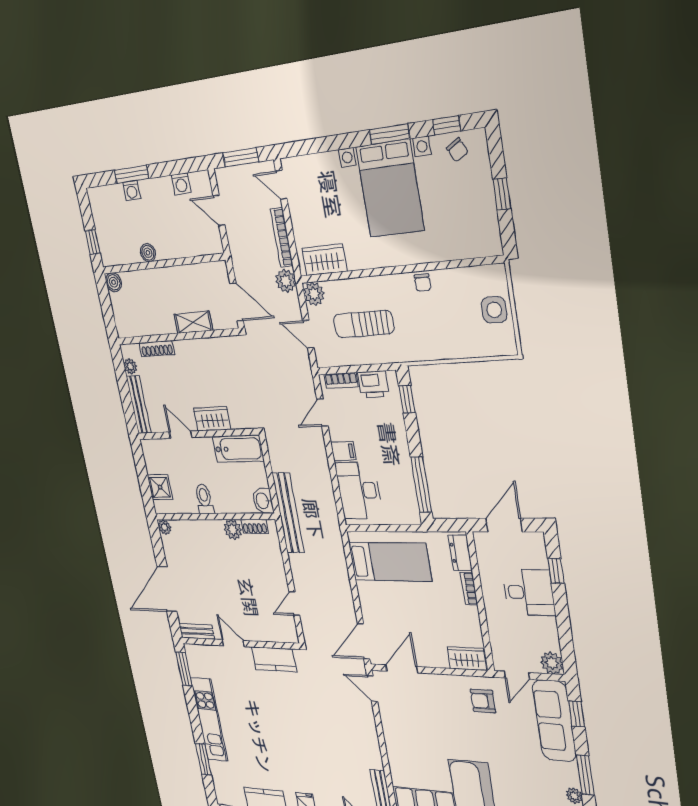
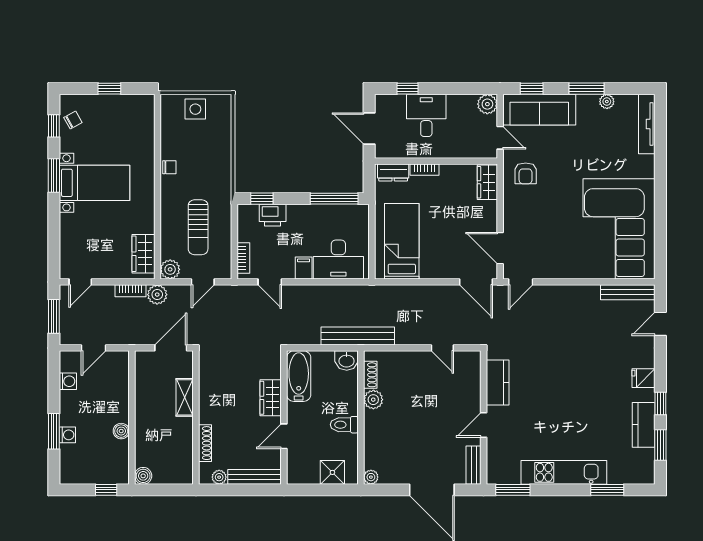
bed with nightstands: (390, 189) -> (95, 183), width x0.73
bookcase: (282, 238) -> (131, 291), width x0.64
printer: (373, 384) -> (273, 215), moved, turned 90

